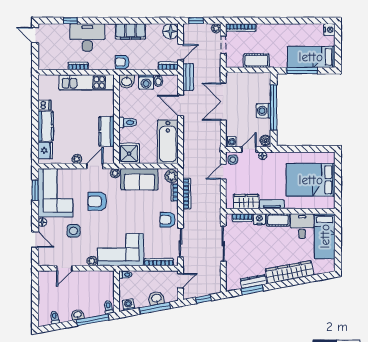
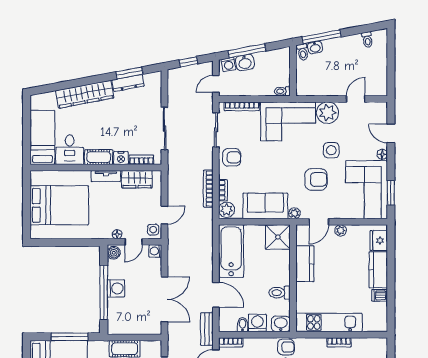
toilet: (128, 122) -> (280, 293), moved
side table: (73, 231) -> (331, 150), moved
plant: (92, 261) -> (328, 113), width x1.88, depth x1.88
washing machine: (128, 305) -> (229, 64), moved
washbasin: (78, 315) -> (315, 47), moved

